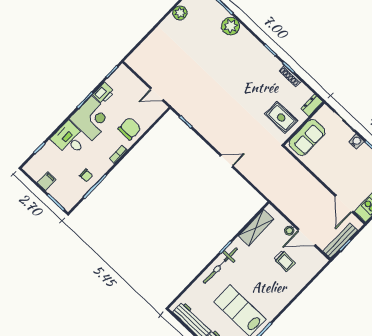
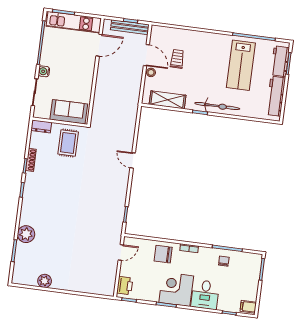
printer: (103, 93) -> (125, 286), moved, turned 90
door: (157, 94) -> (121, 252), hinge flipped
filing cabinet: (47, 181) -> (248, 307), moved

